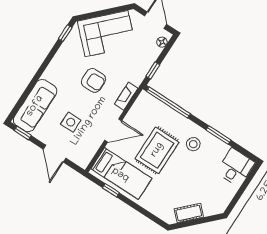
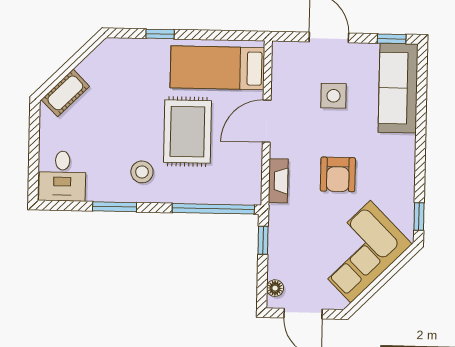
armchair: (93, 80) -> (338, 174), turned -90
window: (111, 190) -> (160, 34), moved
cot: (189, 213) -> (65, 93), moved

